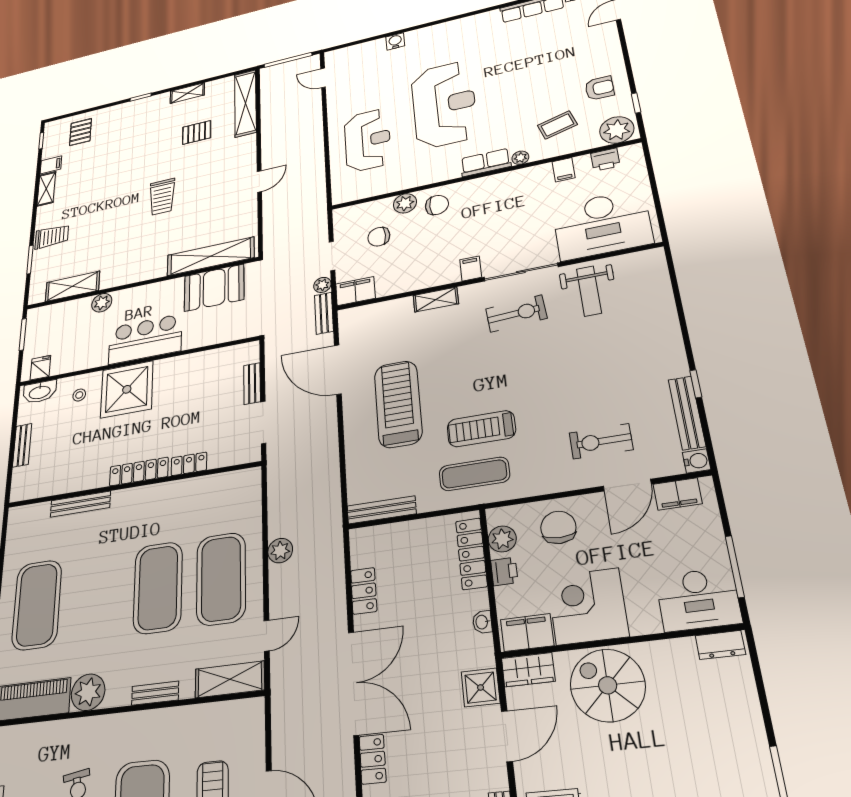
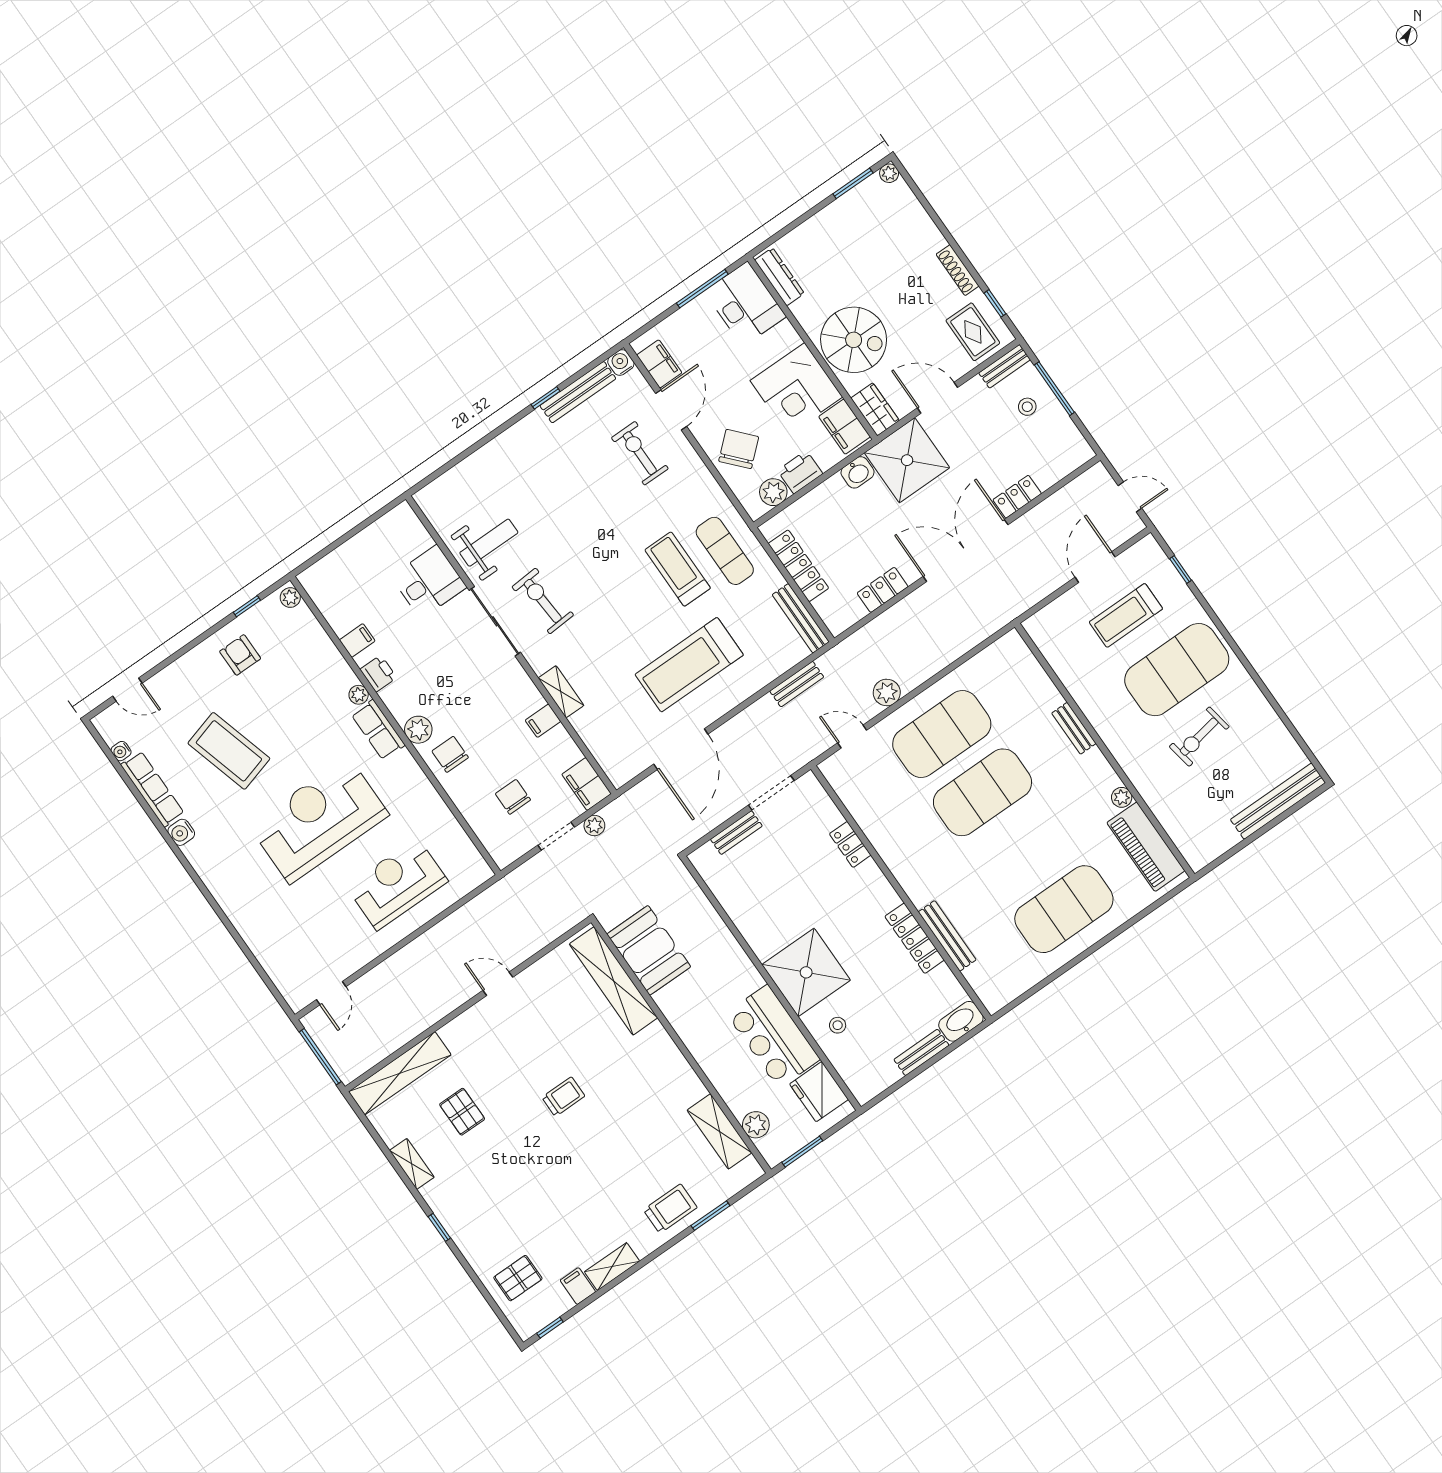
water cooler: (395, 41) -> (181, 832), moved
coffee table: (557, 125) -> (229, 751), moved, width x1.86, depth x1.72
plant: (617, 130) -> (290, 598), width x0.53, depth x0.53
printer: (605, 160) -> (378, 674), moved
trolley: (162, 197) -> (563, 1097), width x0.73, depth x0.72
plant: (405, 203) -> (418, 730), moved
desk: (602, 225) -> (429, 582), width x0.53, depth x0.77
trolley: (52, 237) -> (670, 1209), turned 90
chair: (379, 237) -> (513, 797), turned 180
filing cabinet: (471, 268) -> (543, 721), moved
plant: (102, 303) -> (756, 1125), moved
bench: (324, 313) -> (797, 684), moved
bar counter: (145, 339) -> (773, 1036), moved
fridge: (40, 368) -> (819, 1092), width x1.88, depth x1.34
washbasin: (40, 392) -> (961, 1021), moved, turned -90
treadmill: (481, 429) -> (678, 569), turned 180
exercise bike: (601, 441) -> (640, 453), turned 180
locker: (139, 472) -> (915, 938), moved
door: (627, 485) -> (671, 410), hinge flipped
chair: (558, 527) -> (739, 449), turned 138
locker: (471, 554) -> (798, 566), moved, turned -90
printer: (504, 571) -> (800, 472), width x1.36, depth x1.24
washbasin: (482, 622) -> (858, 472), width x1.38, depth x1.45
door: (267, 636) -> (852, 737), moved
dresser: (720, 645) -> (779, 277), width x1.44
shelving: (230, 679) -> (1024, 665), removed
spiral stairs: (608, 685) -> (854, 340), turned -90
shower: (481, 687) -> (907, 460), width x1.86, depth x1.86
plant: (88, 692) -> (1122, 797), width x0.53, depth x0.53

